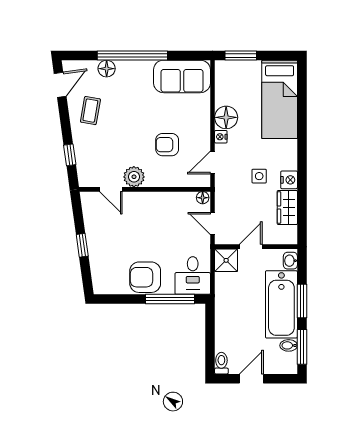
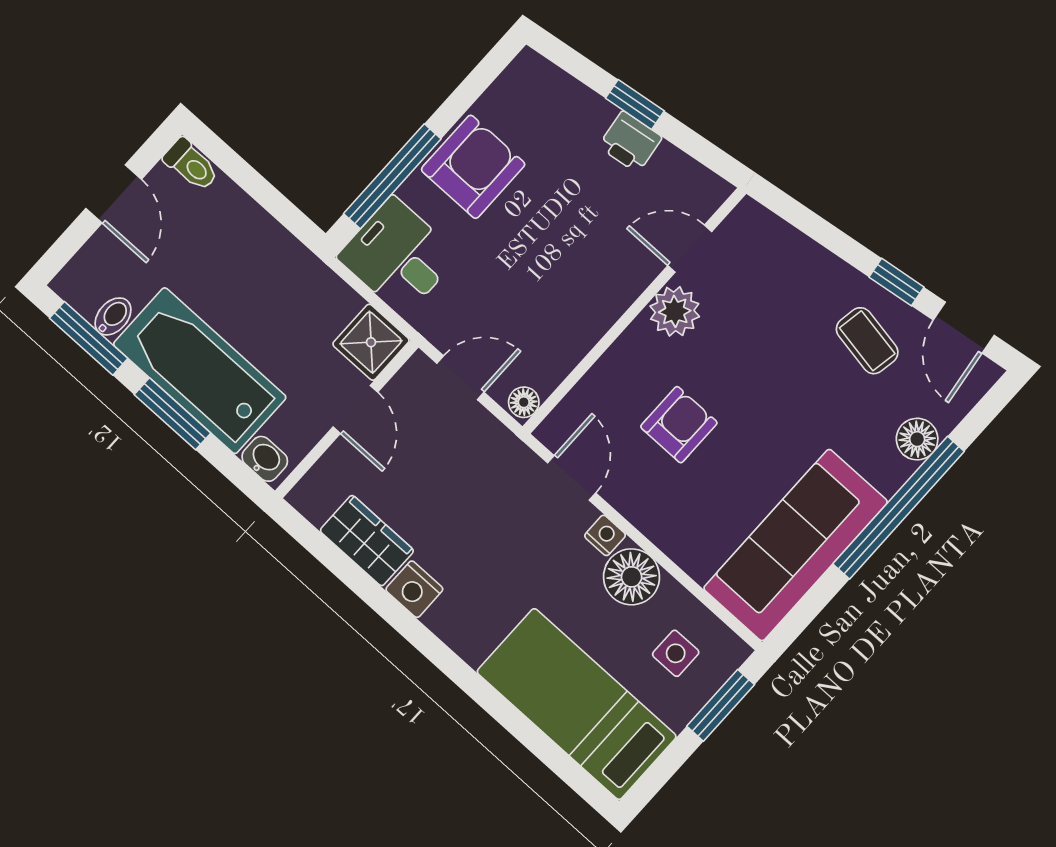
sofa: (182, 76) -> (796, 545), width x1.36
window: (70, 155) -> (897, 282), moved
side table: (259, 176) -> (676, 653), moved
printer: (95, 236) -> (630, 142), added

